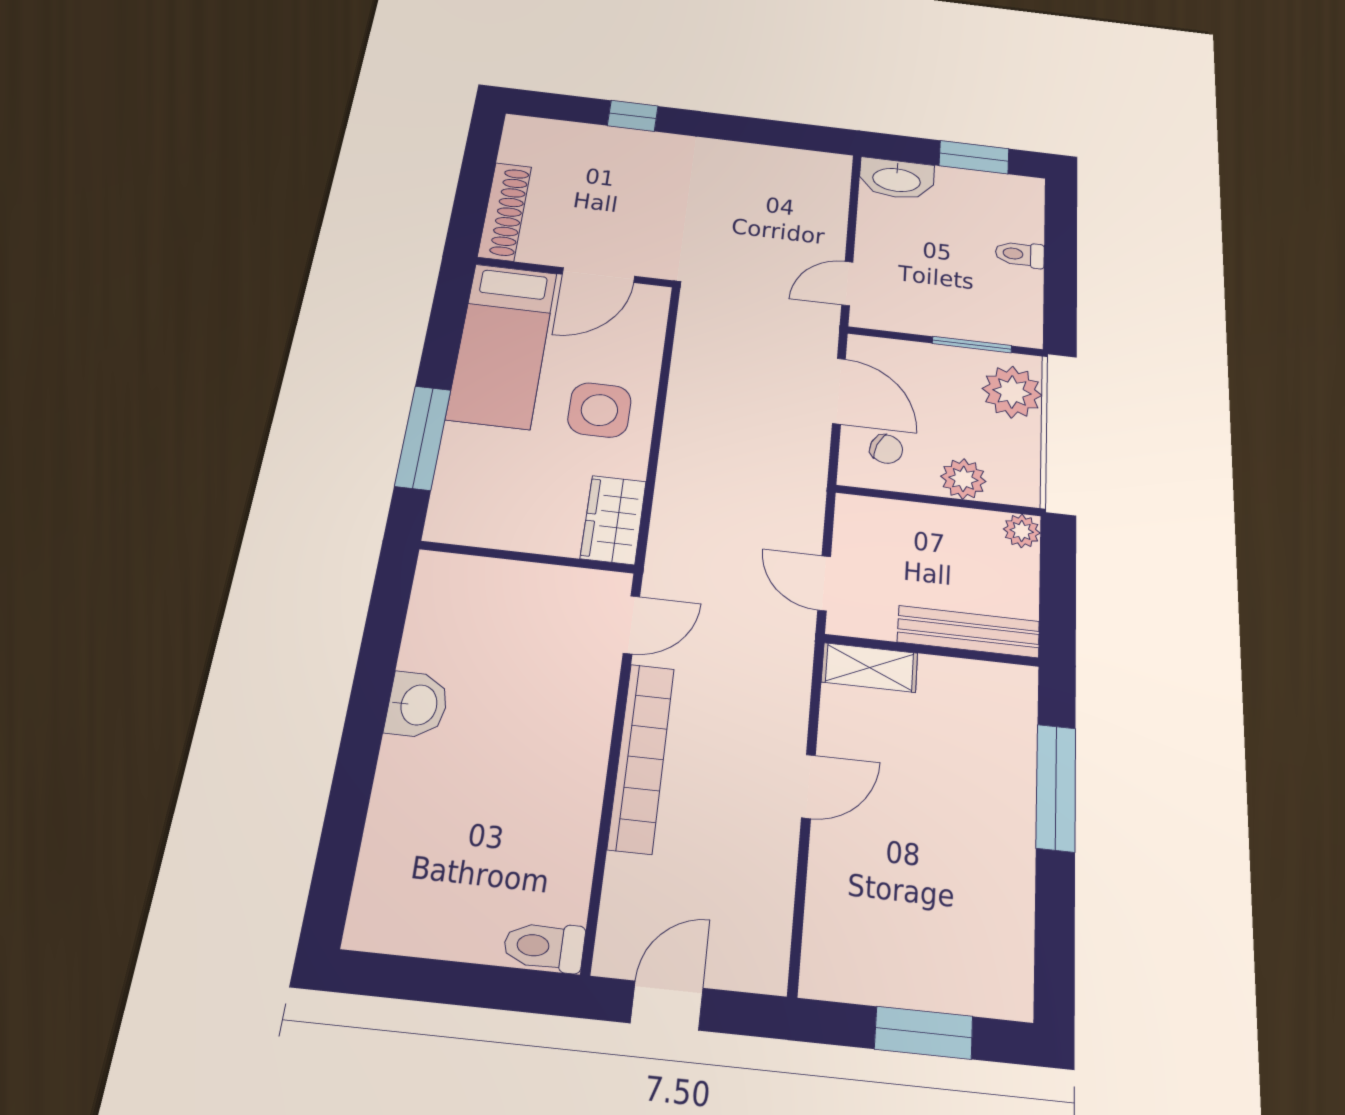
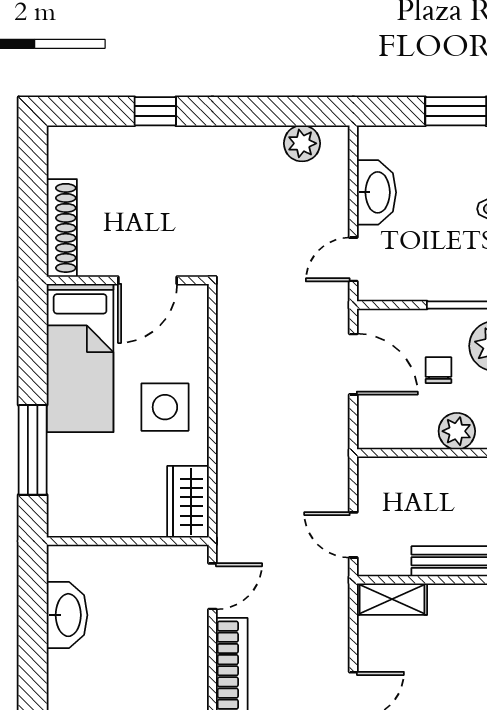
plant: (797, 165) -> (302, 143), added
washbasin: (897, 179) -> (376, 192), moved, turned -90
chair: (886, 449) -> (438, 370), moved, turned -112
washbasin: (417, 705) -> (67, 615), moved, width x1.38

